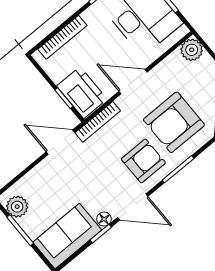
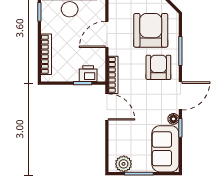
printer: (82, 92) -> (88, 74), width x0.53, depth x0.68
armchair: (174, 122) -> (151, 30), turned 180
door: (60, 142) -> (107, 107), swing flipped

